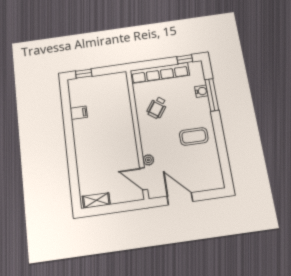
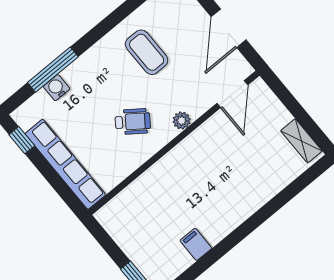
wheelchair: (157, 108) -> (133, 122), moved
coffee table: (194, 136) -> (147, 52), moved
plant: (148, 160) -> (182, 121), moved

